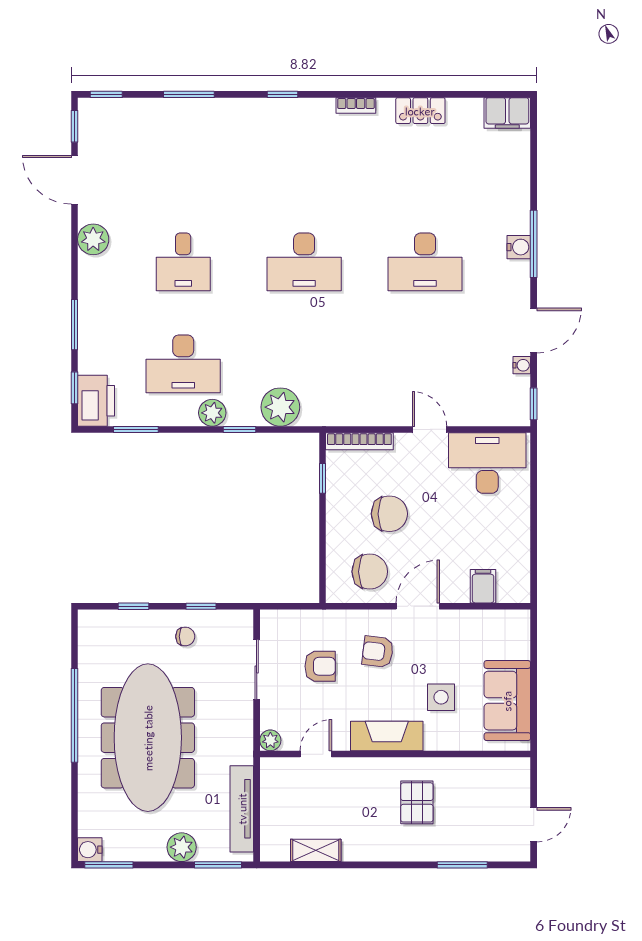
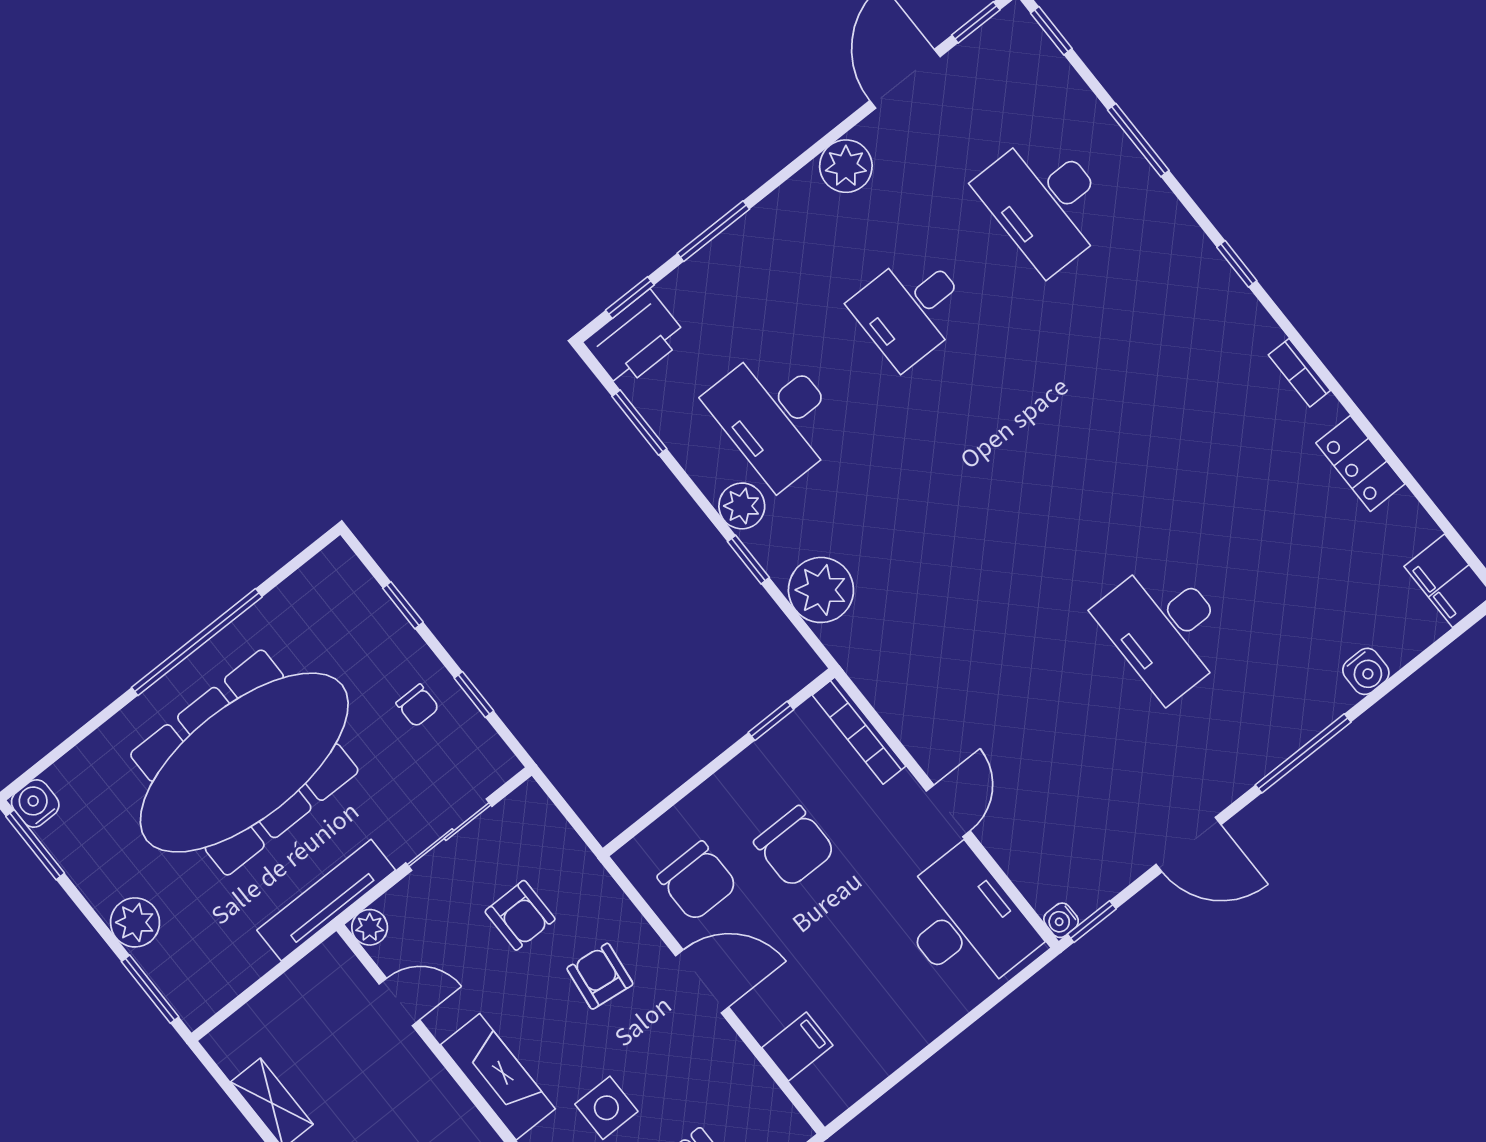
water cooler: (519, 247) -> (1366, 671), moved
desk: (304, 262) -> (1046, 202), moved
water cooler: (522, 365) -> (1061, 920), moved, turned 90
tv unit: (242, 809) -> (326, 900), moved

